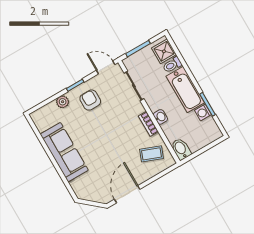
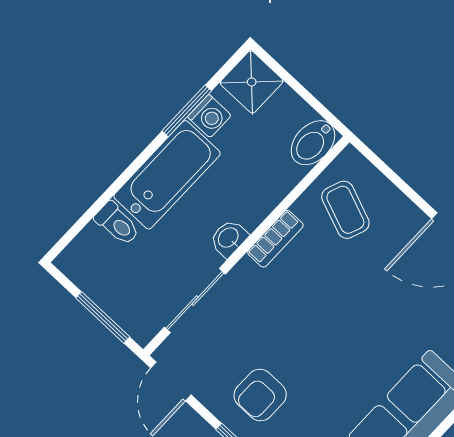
shower: (164, 51) -> (252, 82), moved
washbasin: (160, 117) -> (229, 238), moved

